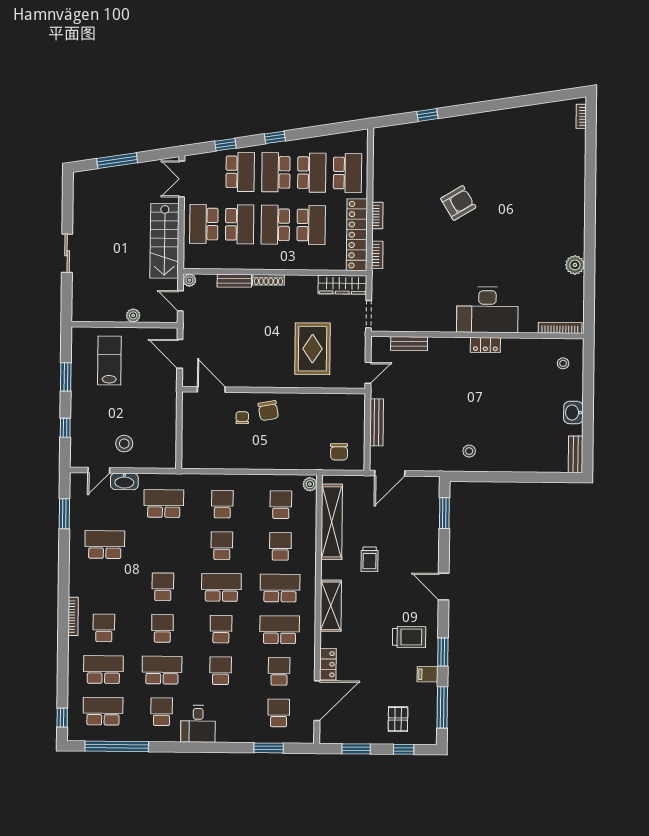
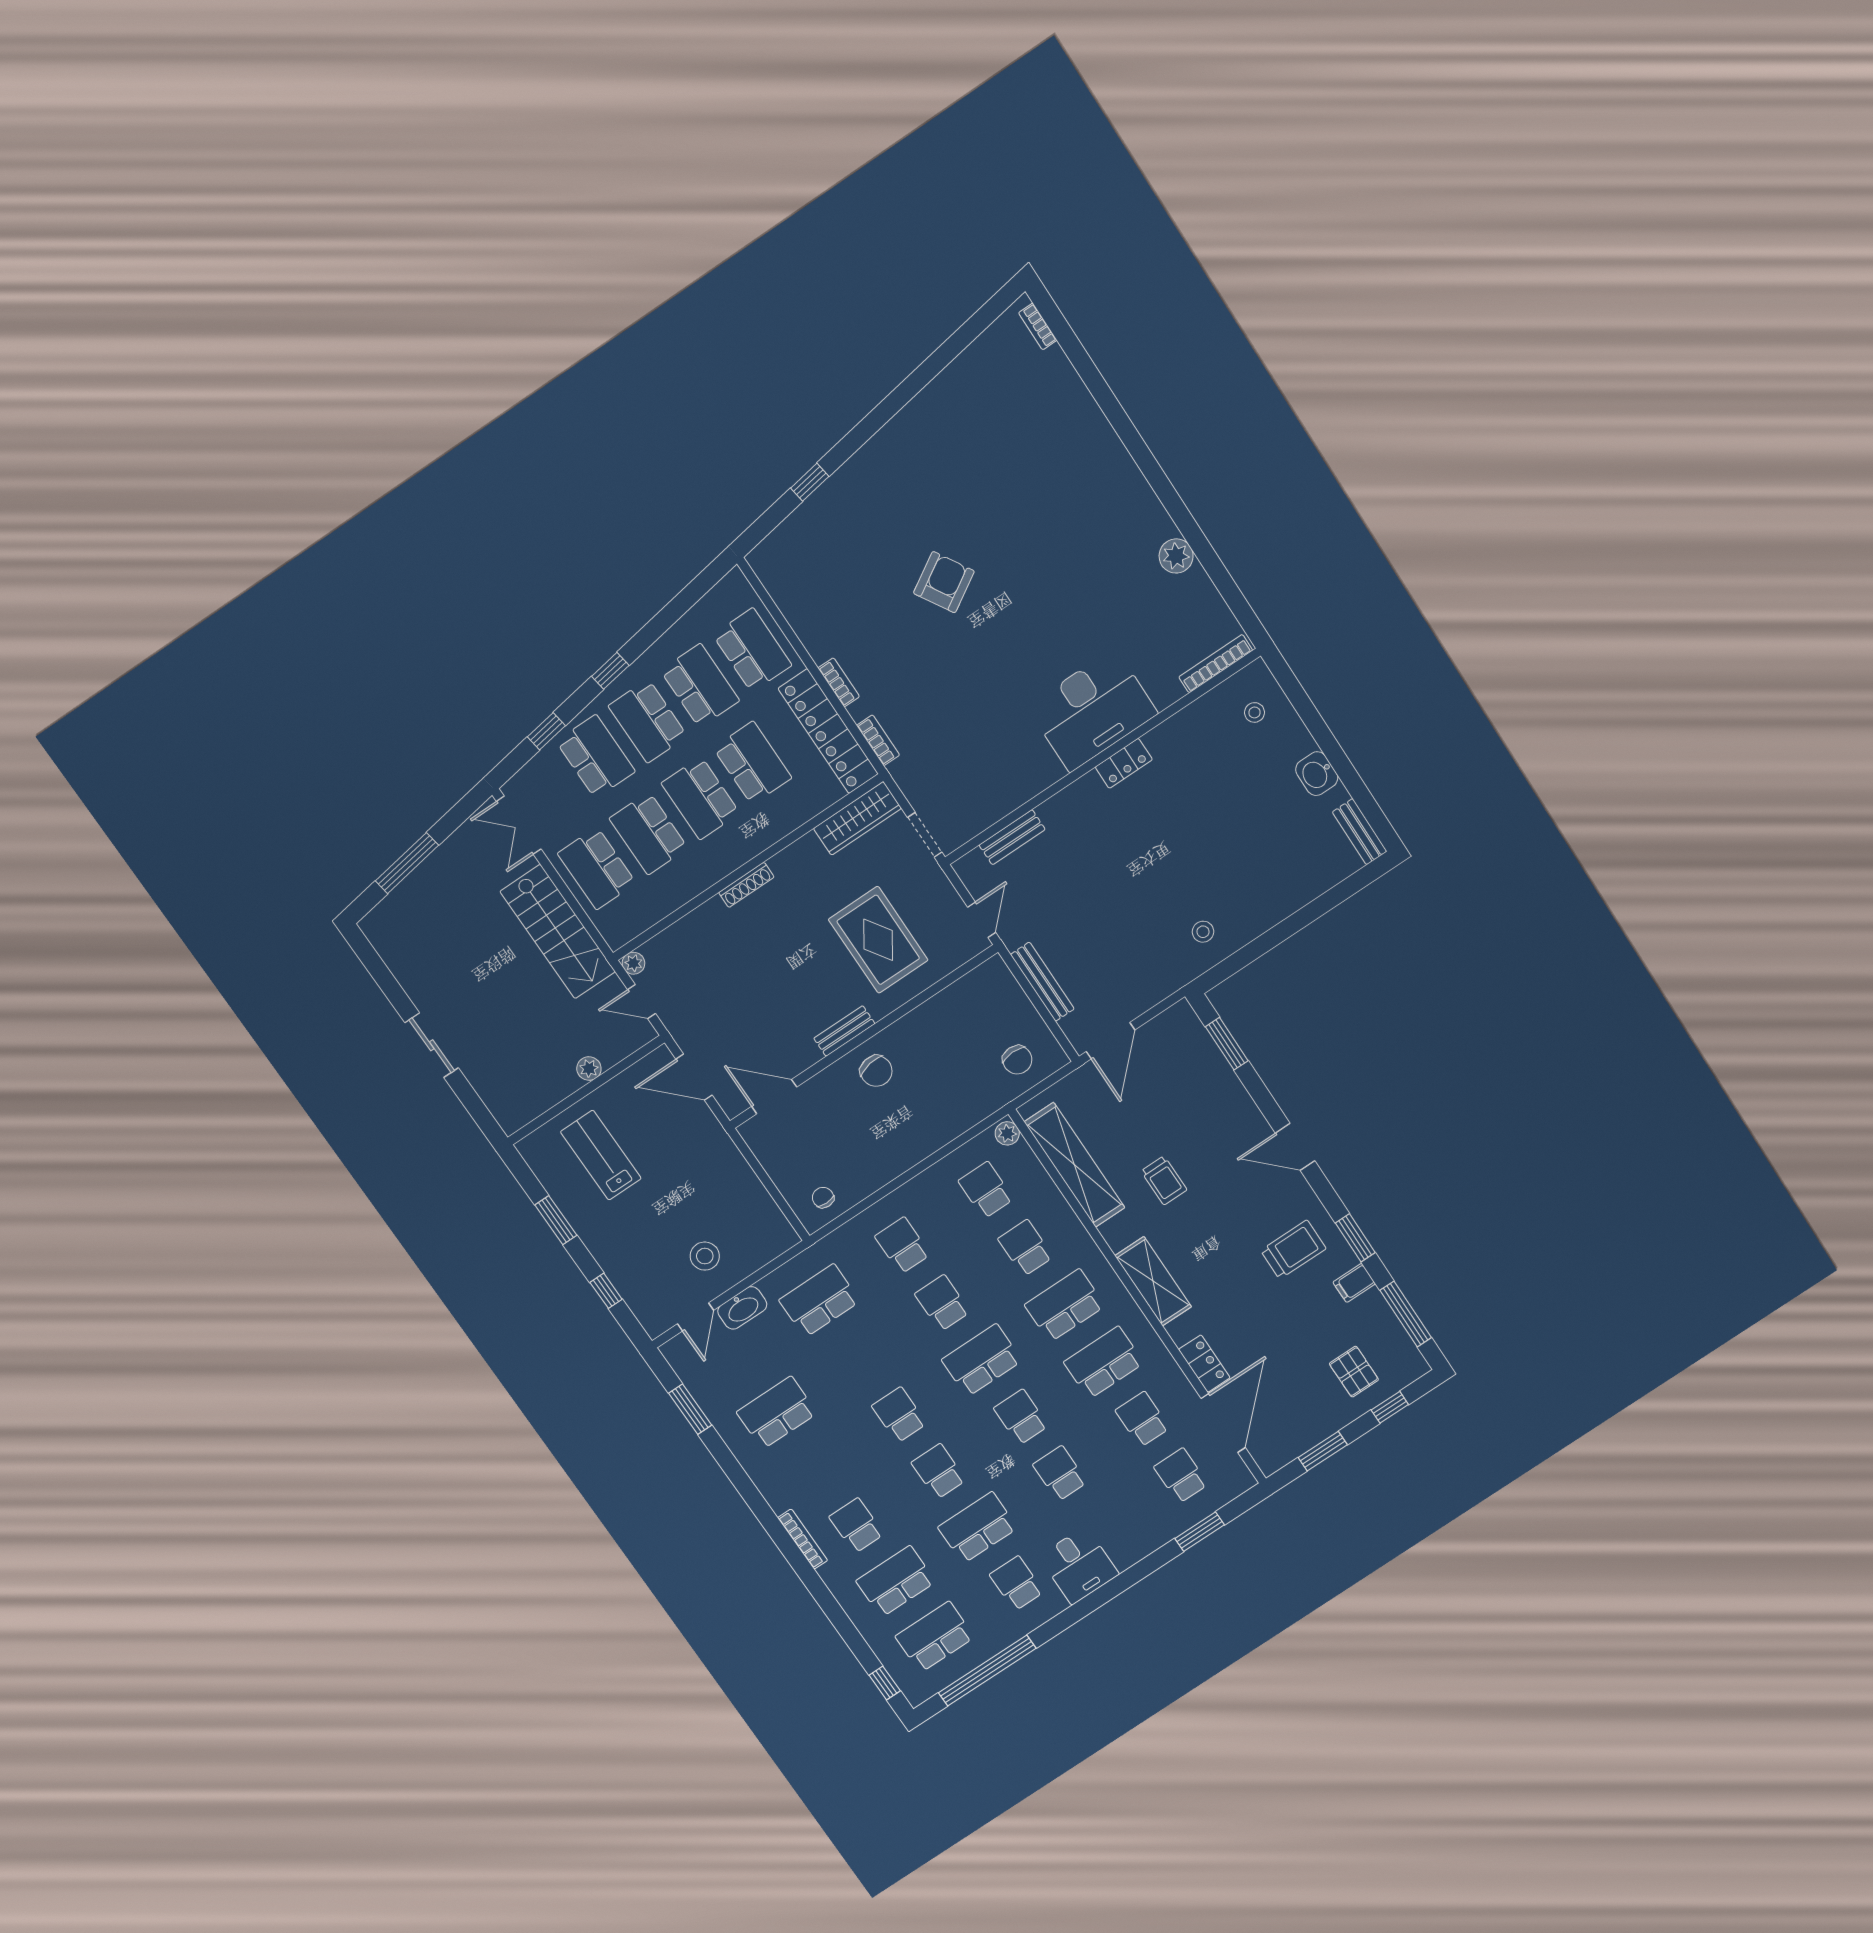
school desk: (240, 224) -> (649, 833), turned 180
bench: (234, 281) -> (844, 1031), moved
chair: (242, 418) -> (823, 1198), moved

